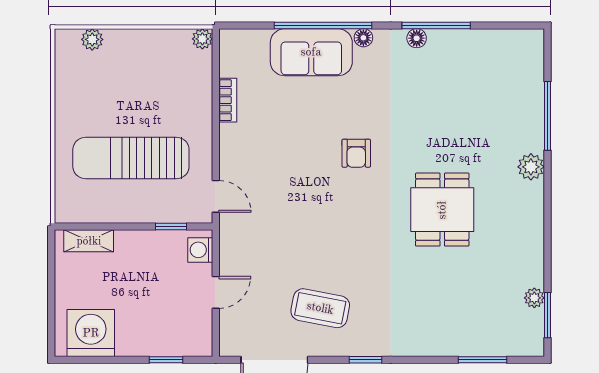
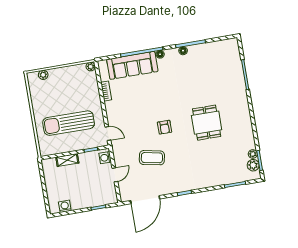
sofa: (311, 52) -> (132, 65), width x1.36
armchair: (356, 153) -> (165, 127), moved
plant: (531, 167) -> (253, 165), moved
shelving: (89, 241) -> (67, 160), moved
coffee table: (320, 308) -> (152, 158), moved
washing machine: (91, 333) -> (65, 206), width x0.53, depth x0.53

